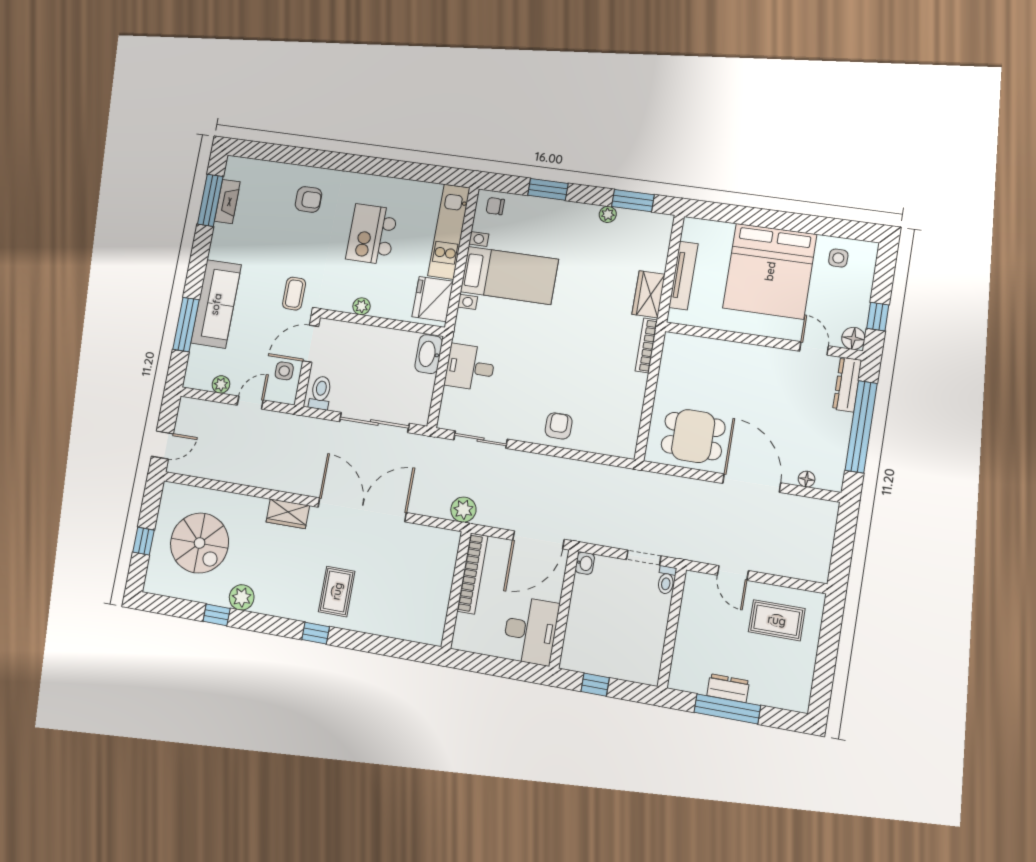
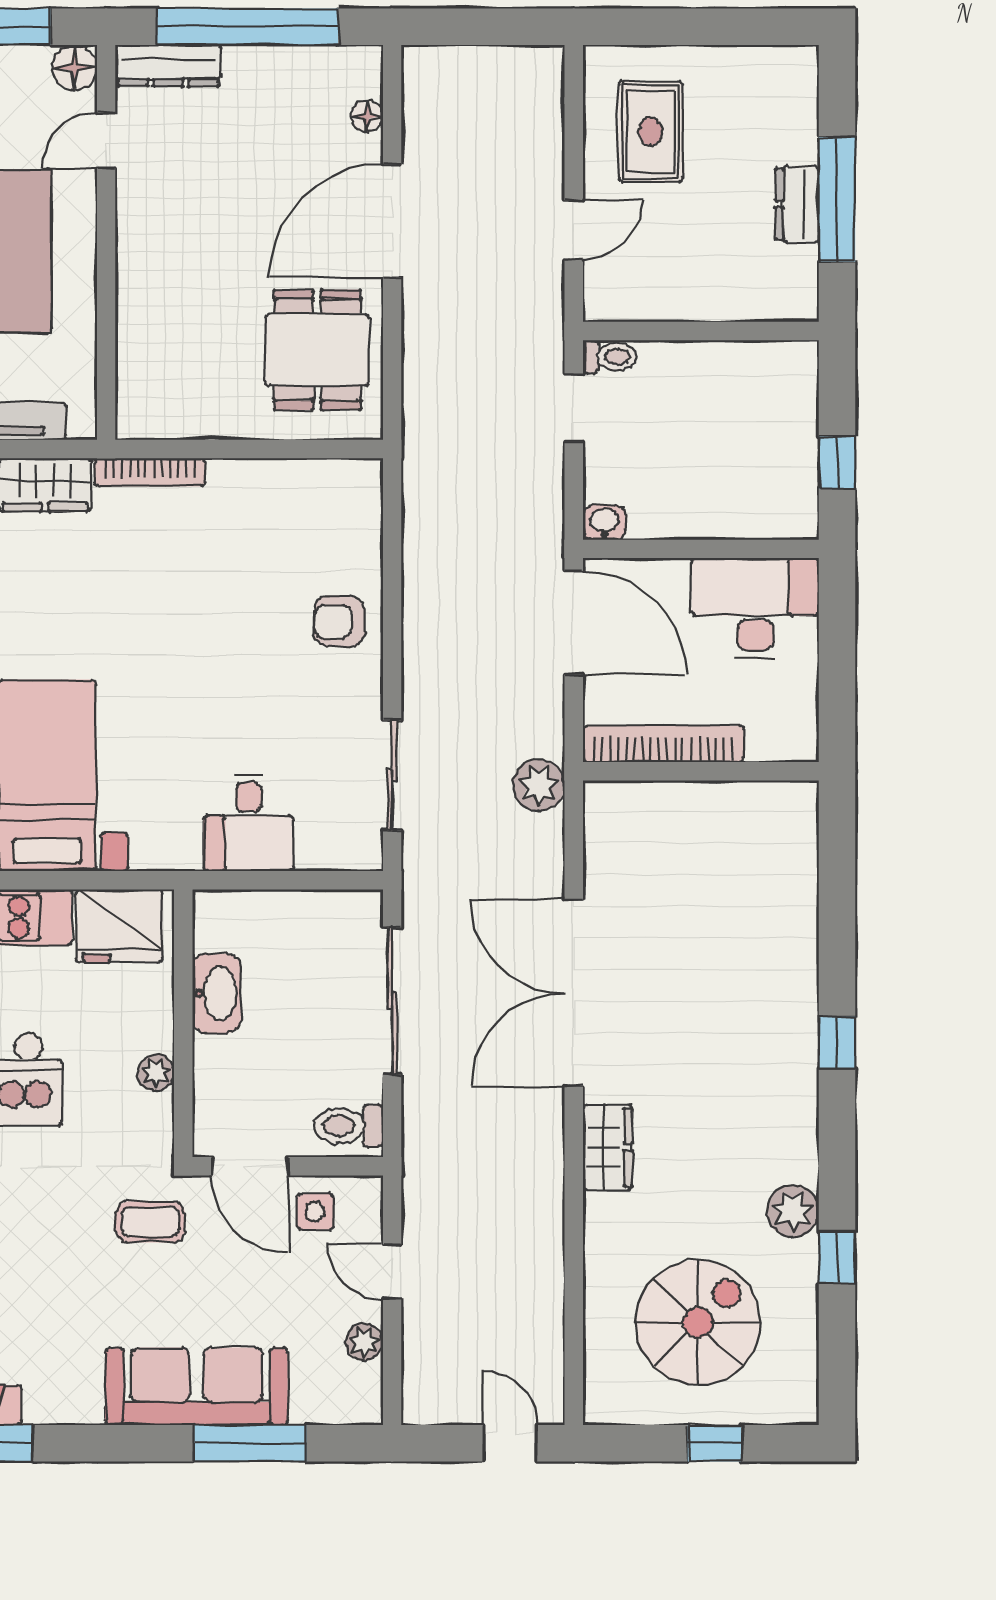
washbasin: (429, 354) -> (217, 993), moved, turned -90
rug: (337, 591) -> (747, 1015), removed

